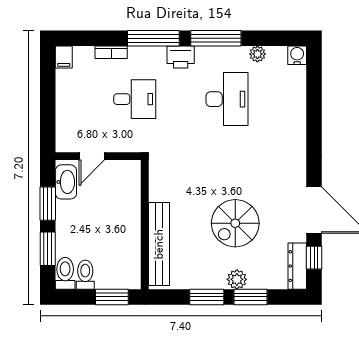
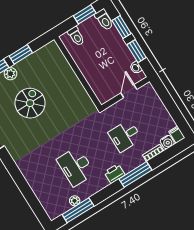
window: (216, 38) -> (78, 210), moved
water cooler: (297, 55) -> (167, 142), moved
washbasin: (66, 182) -> (136, 68), width x0.52, depth x0.69
bench: (159, 244) -> (64, 67), removed
toilet: (85, 275) -> (76, 36), moved
window: (112, 297) -> (85, 14), moved

